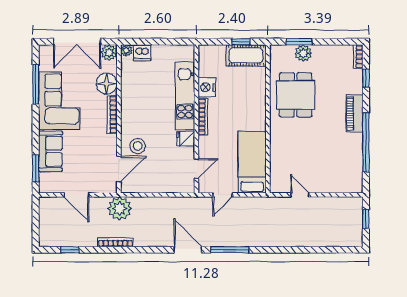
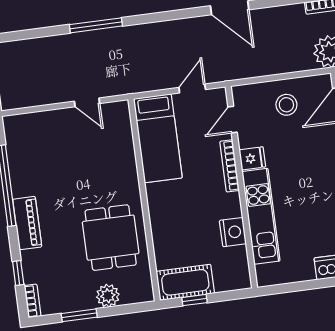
window: (299, 42) -> (79, 315), moved
bookcase: (203, 117) -> (230, 166), moved
stool: (138, 146) -> (286, 105), moved
window: (230, 250) -> (96, 25), moved

